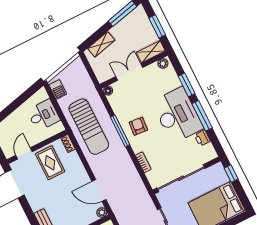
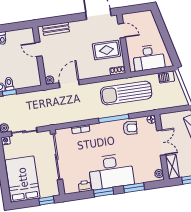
desk: (43, 115) -> (149, 58), width x1.37
window: (202, 116) -> (104, 192), width x0.69
armchair: (138, 126) -> (130, 128), moved

